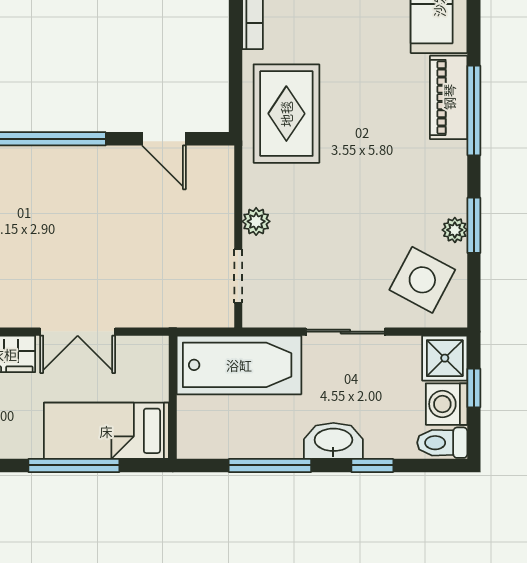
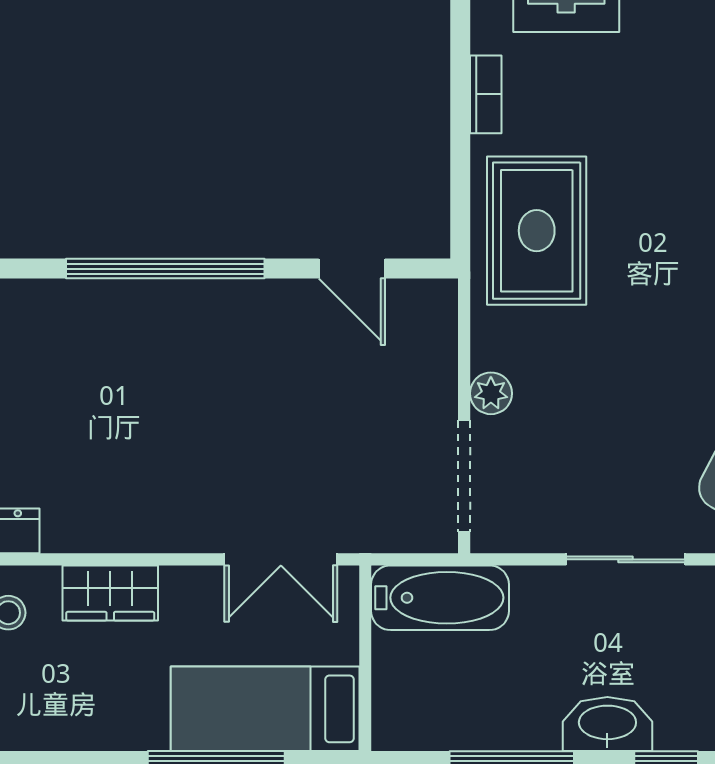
doorway: (238, 276) -> (464, 476), width x1.38
double door: (78, 332) -> (281, 559), moved
bathtub: (239, 365) -> (440, 598), width x0.73, depth x0.73

